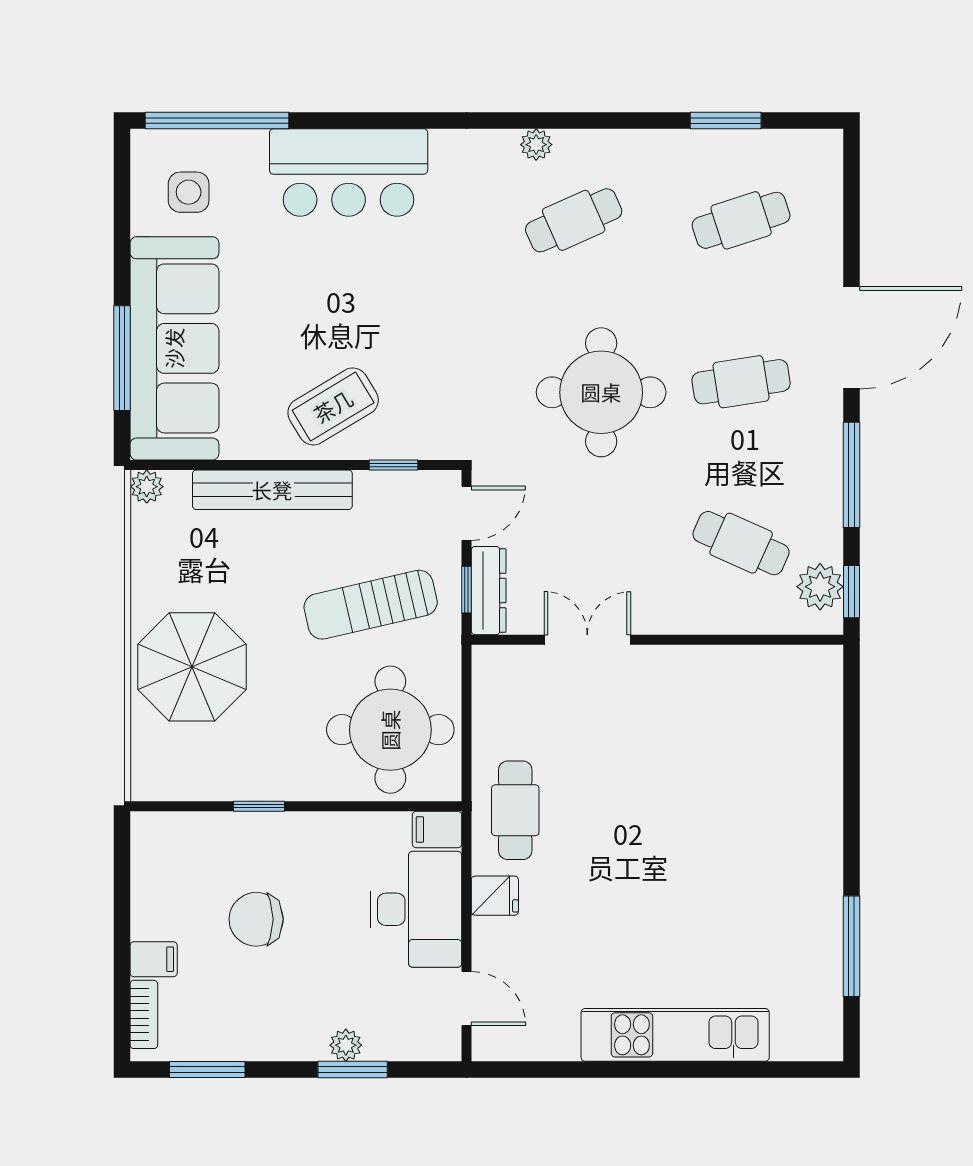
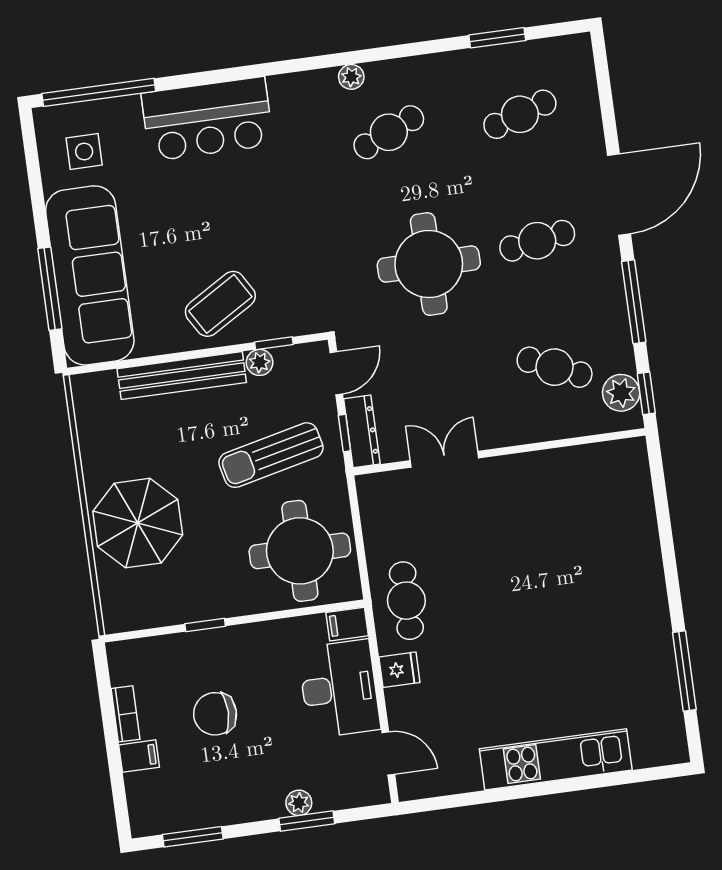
plant: (147, 487) -> (260, 362), moved
bookcase: (144, 1014) -> (125, 714), moved

